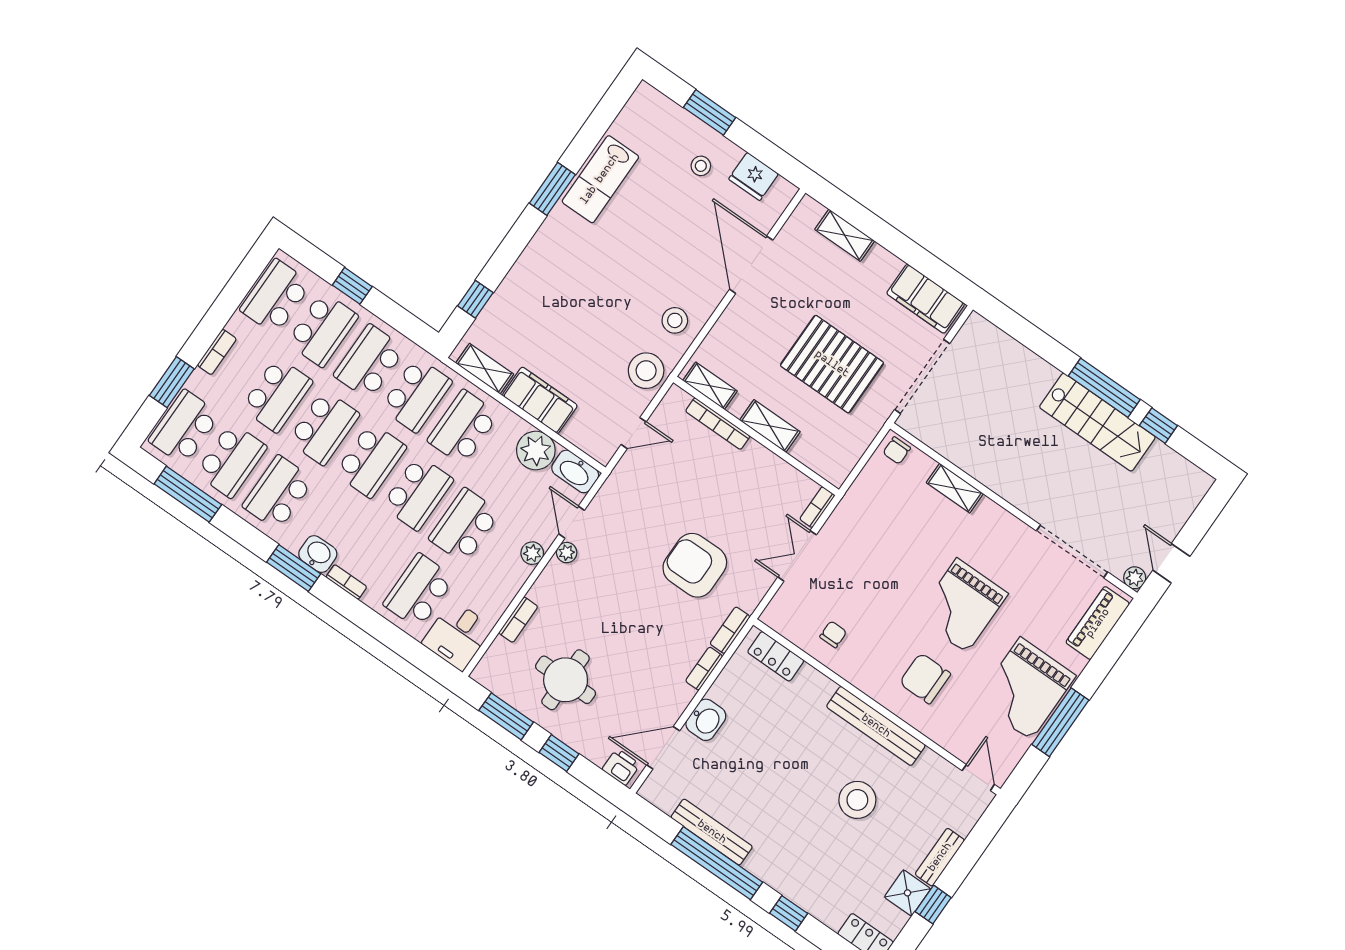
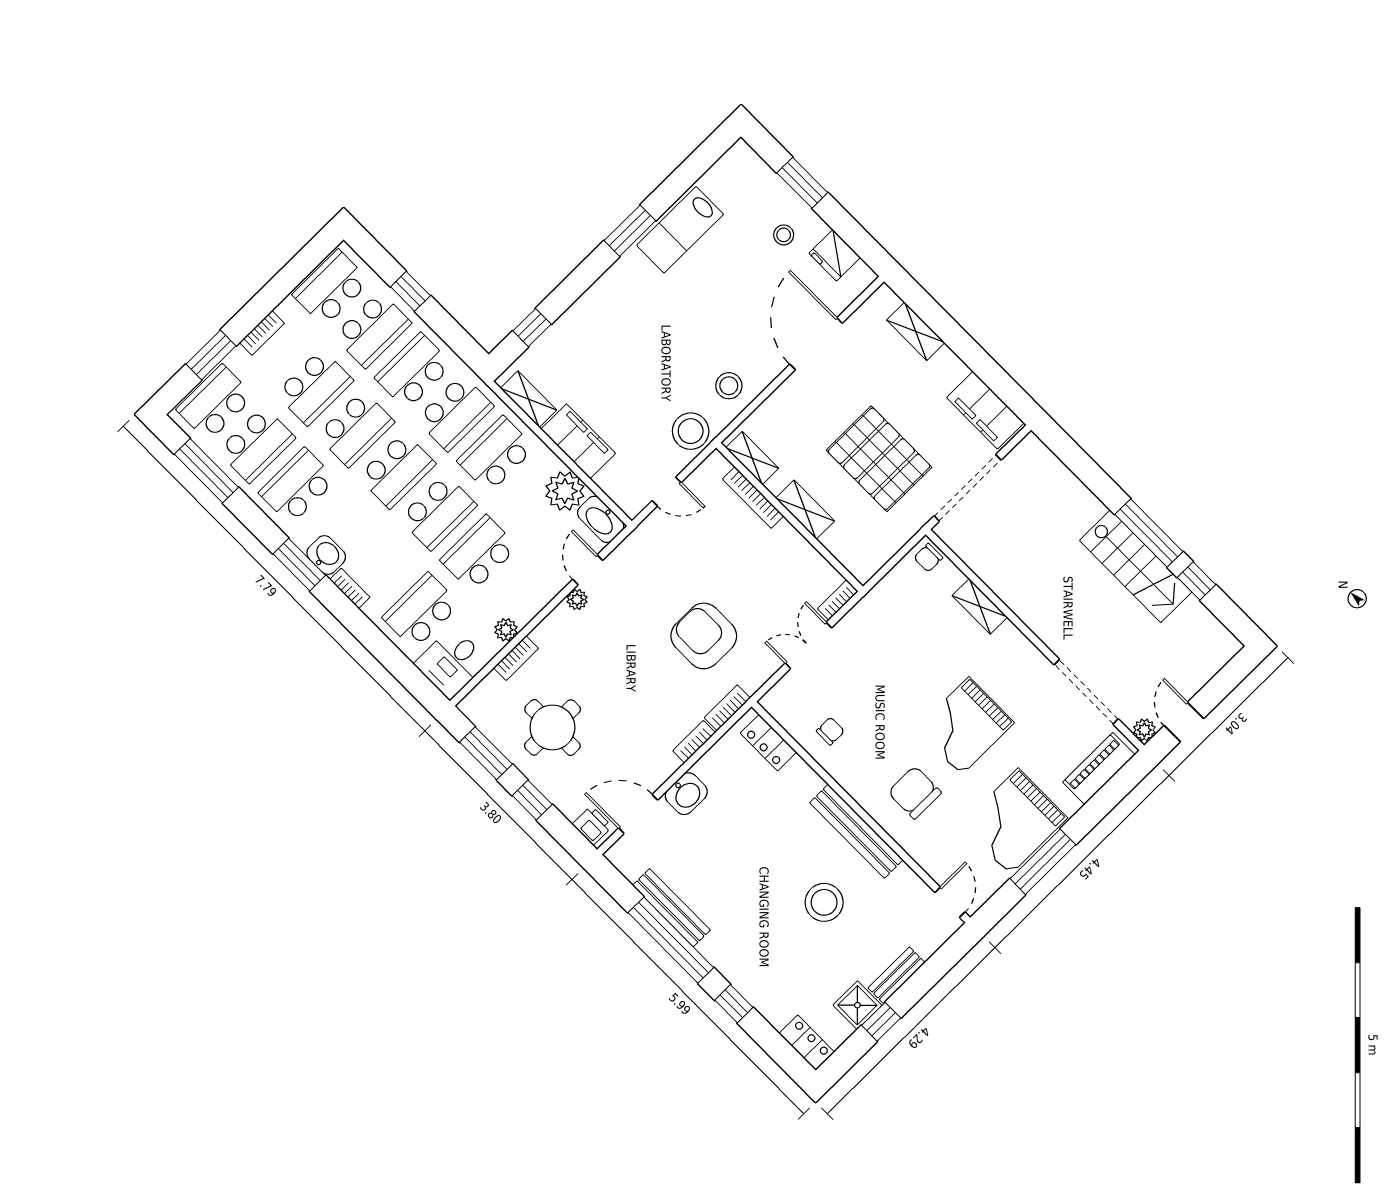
plant: (532, 553) -> (506, 630), moved

